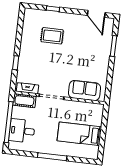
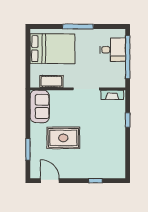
rug: (52, 36) -> (63, 138), moved, width x1.36, depth x1.43
sofa: (84, 90) -> (40, 106), moved, turned -90
cot: (24, 101) -> (51, 81), moved
bed: (79, 134) -> (52, 49), width x1.50

